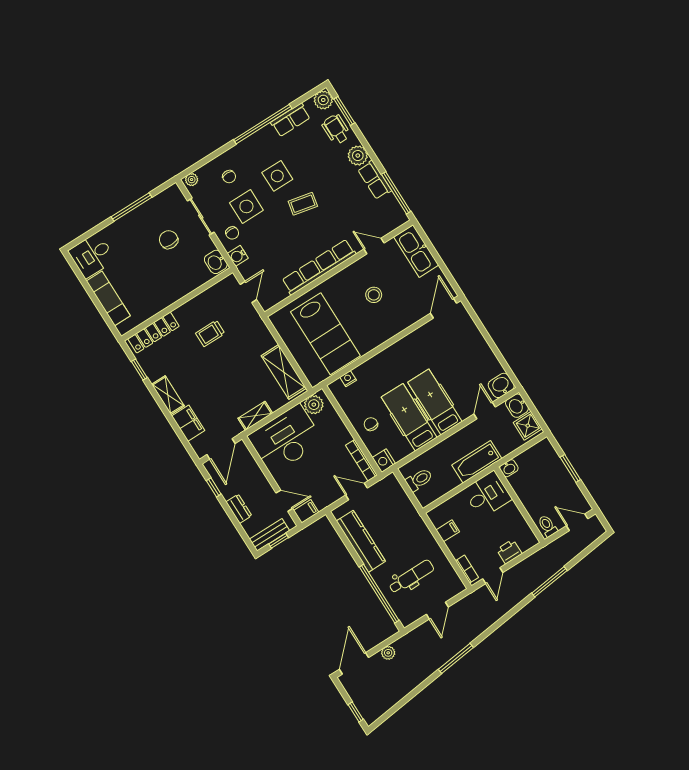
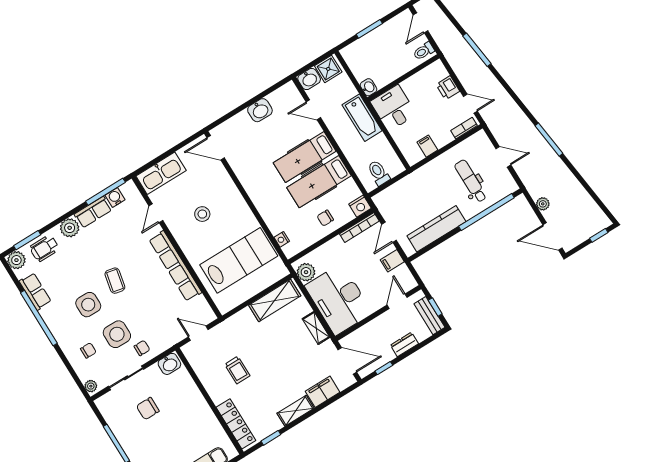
water cooler: (238, 256) -> (115, 197), moved, turned 180
washbasin: (501, 385) -> (260, 110), moved, turned -90
filing cabinet: (306, 511) -> (392, 261), moved, turned -90

